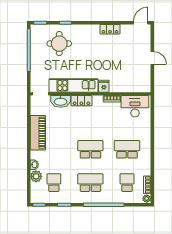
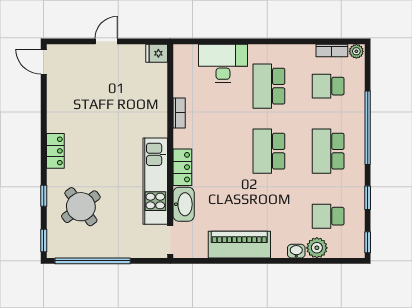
locker: (110, 29) -> (55, 151), moved
round table: (59, 44) -> (81, 207), turned -37
fridge: (104, 86) -> (157, 53), moved
desk: (135, 106) -> (223, 63), moved, turned 90

